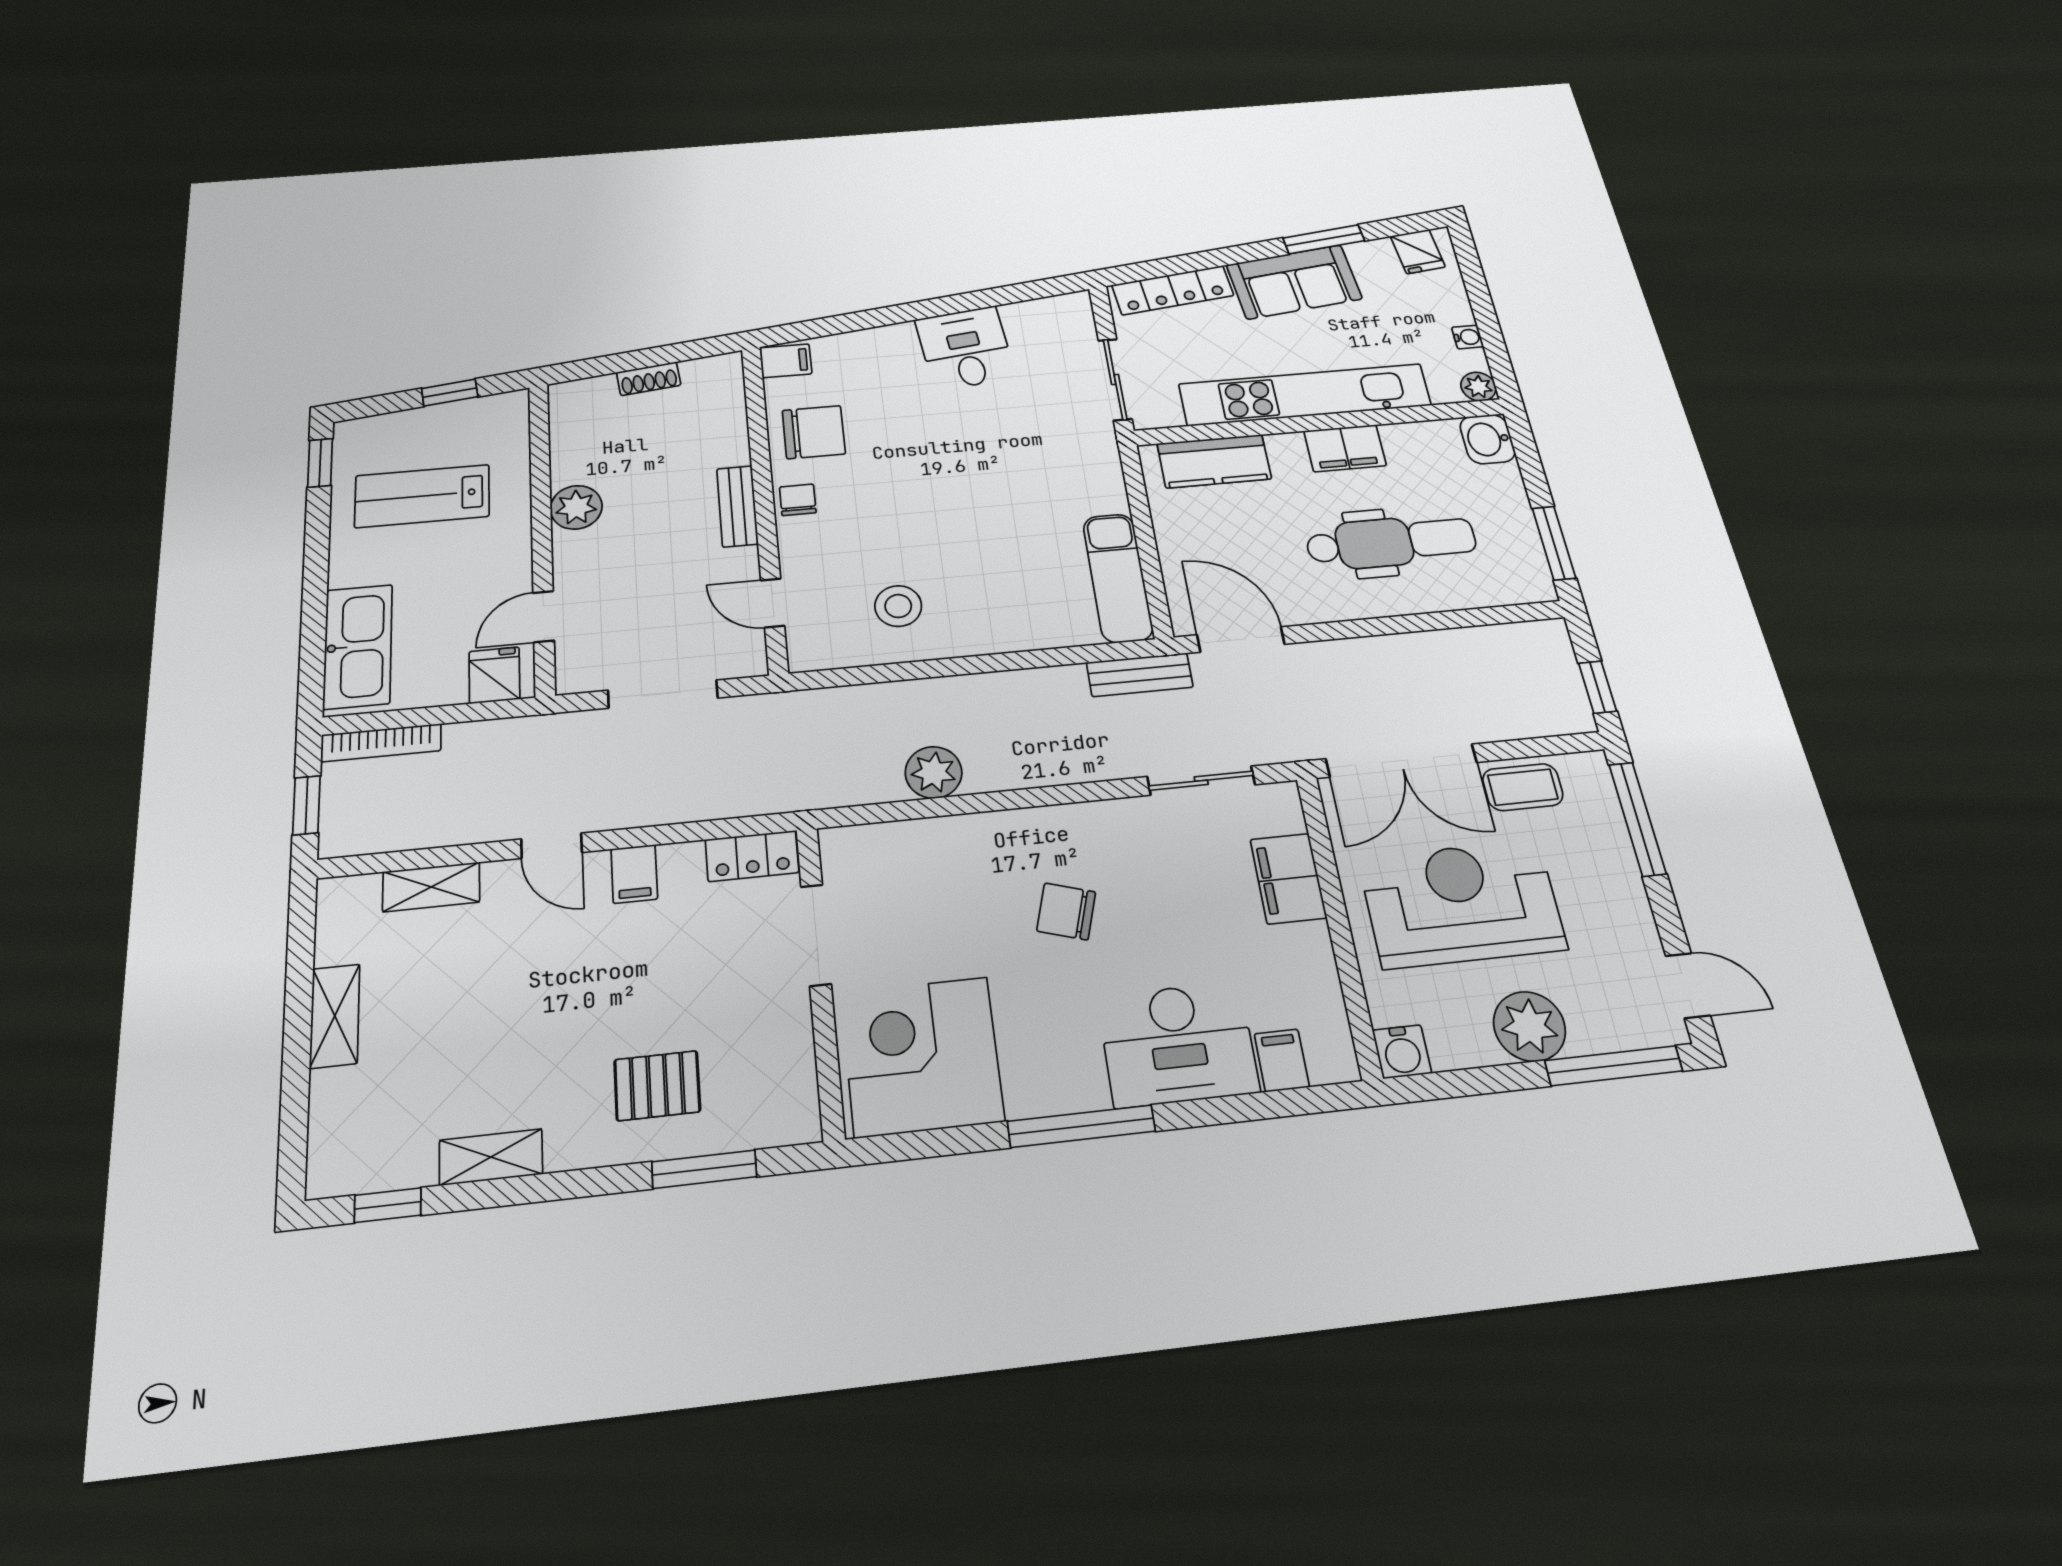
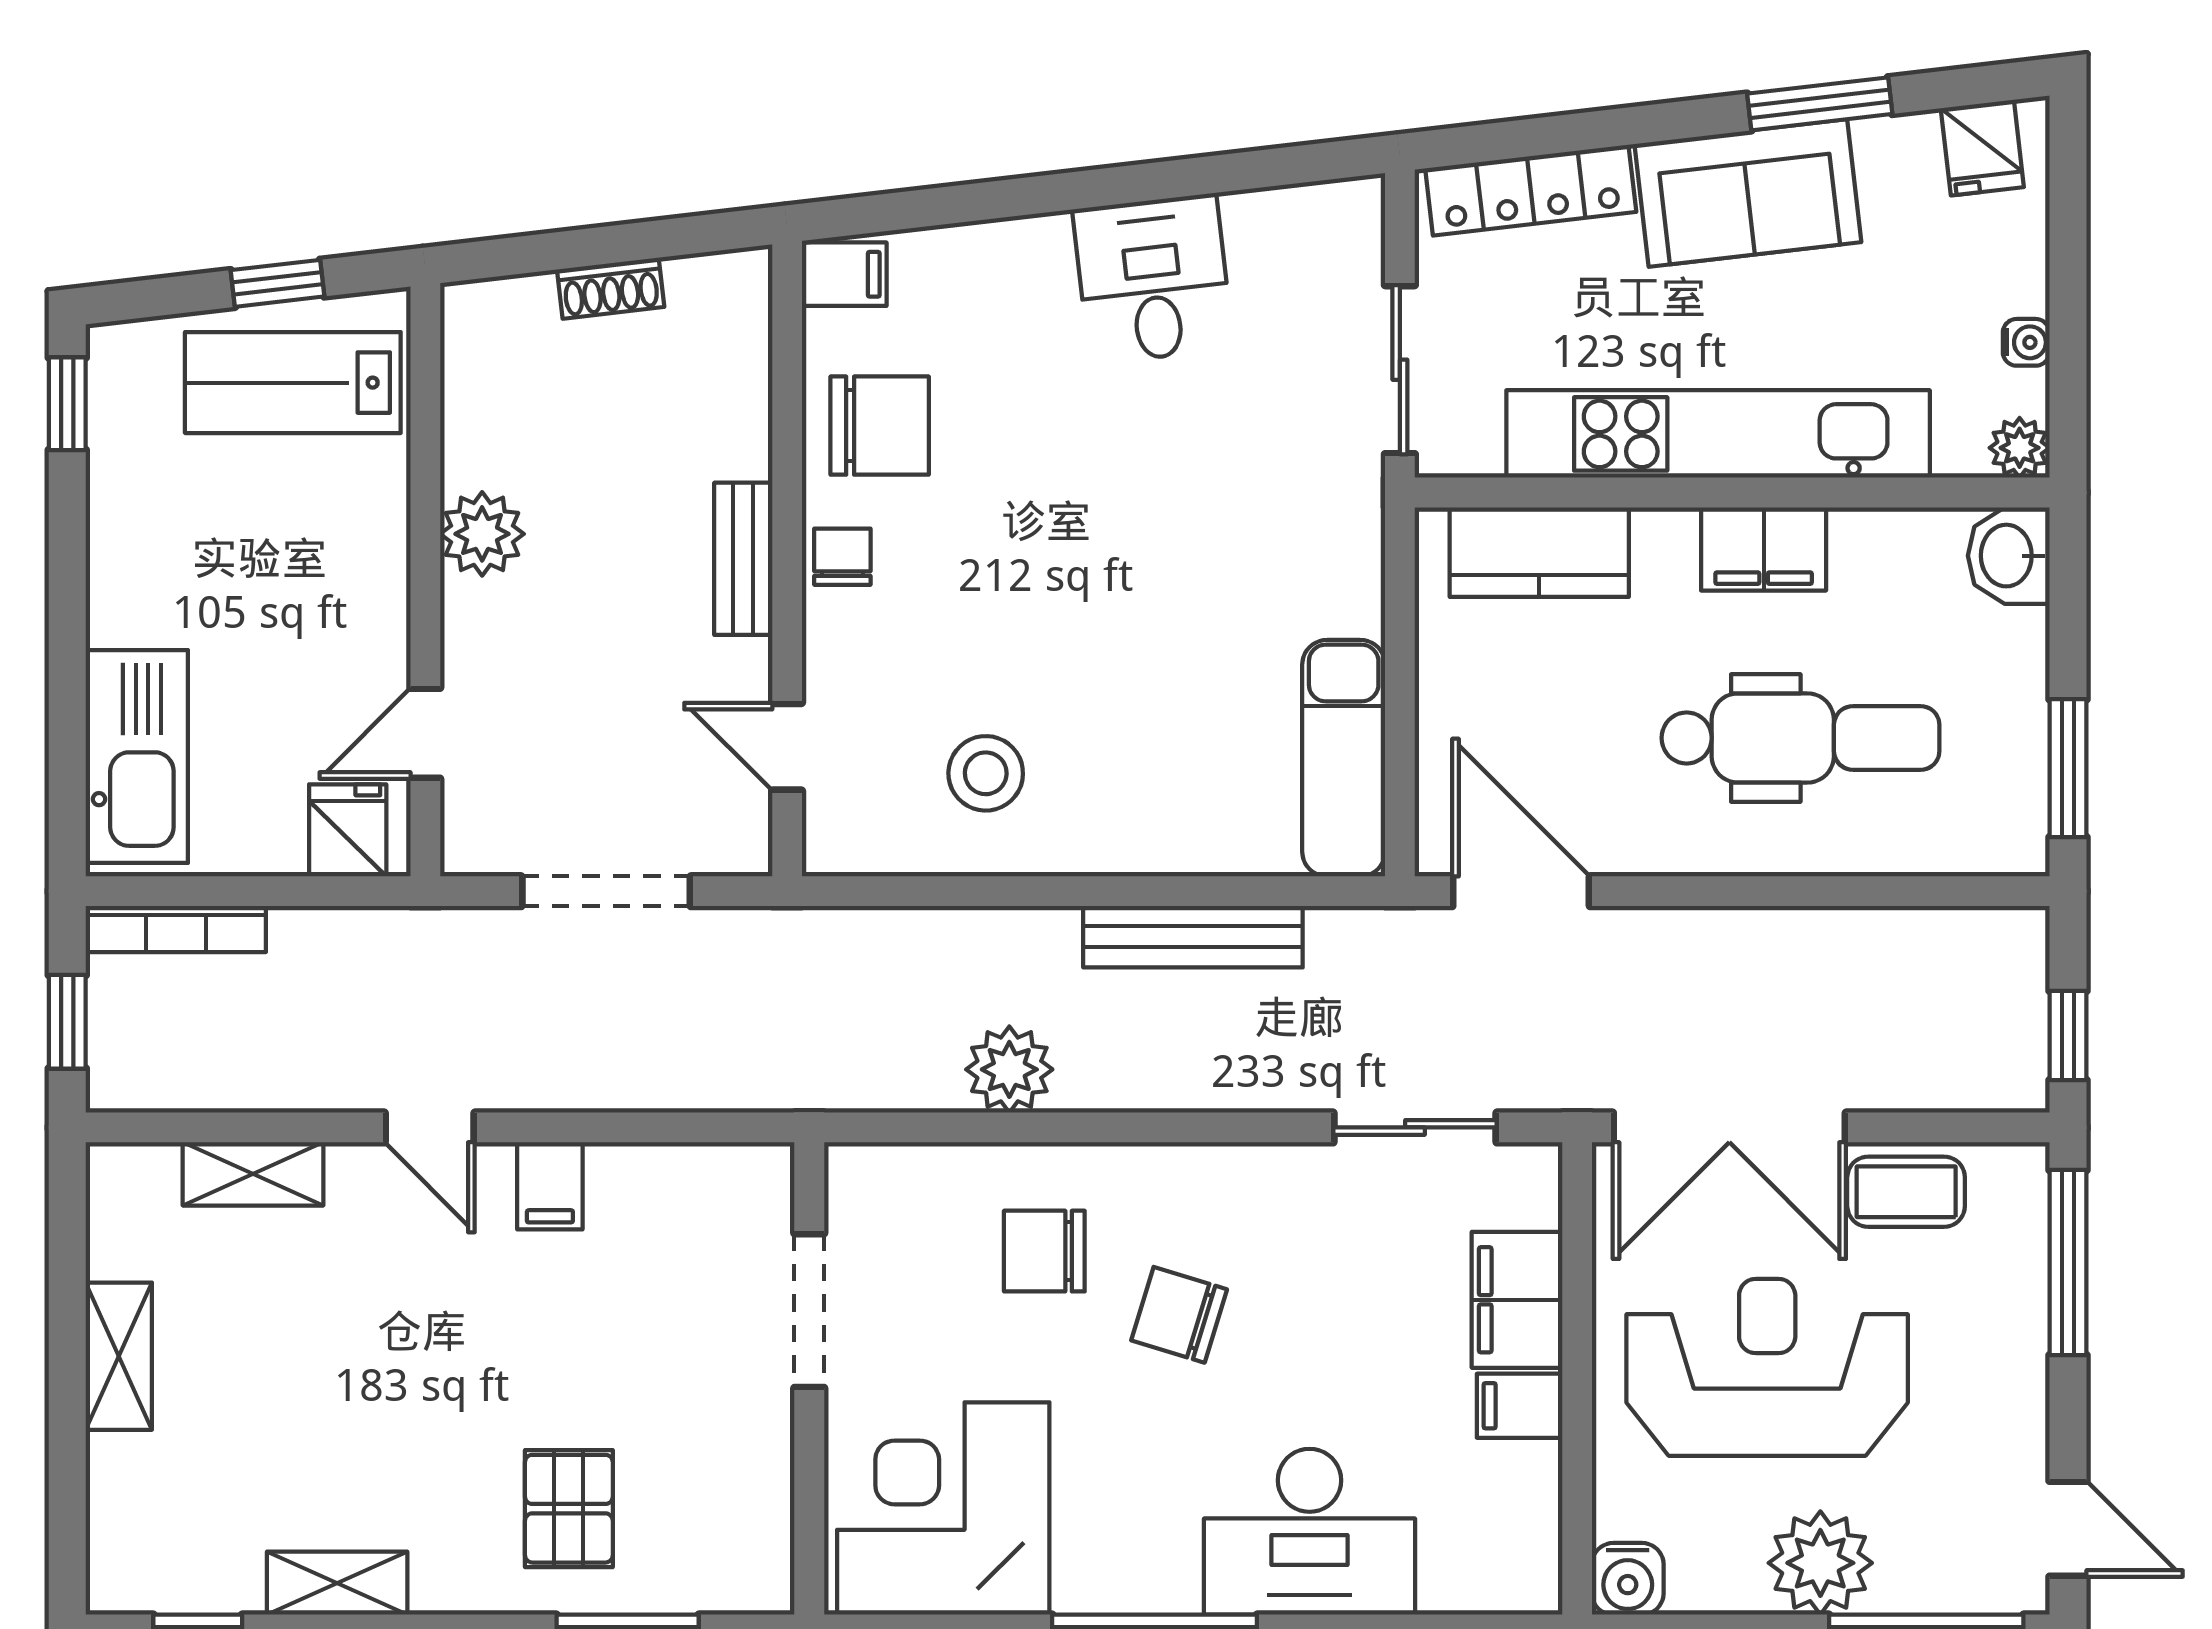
lab bench: (422, 496) -> (293, 383), moved
bench: (1140, 675) -> (1193, 937), moved, width x1.36
locker: (752, 856) -> (725, 1176), removed
chair: (971, 881) -> (1044, 1251), added
filing cabinet: (1282, 1060) -> (1520, 1406), moved, turned -90
pallet: (657, 1086) -> (569, 1509), turned 90

